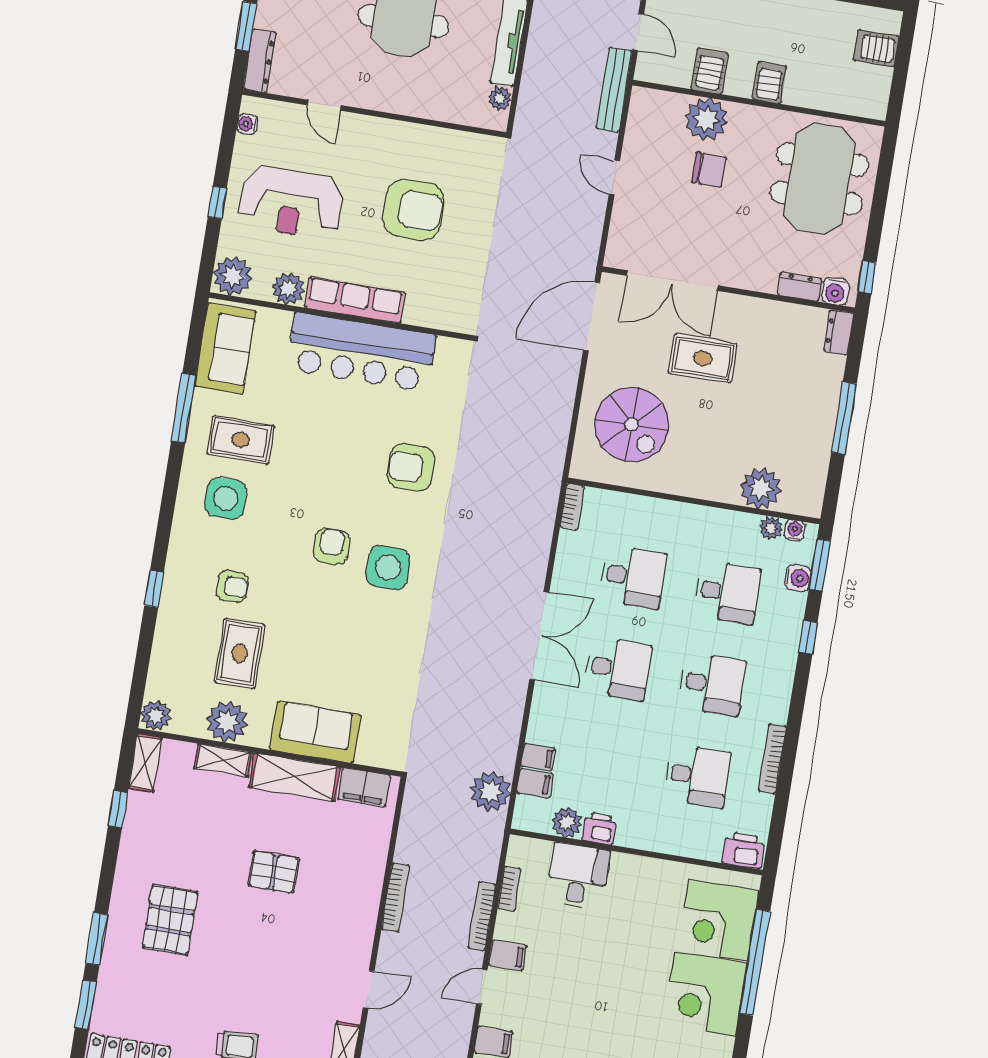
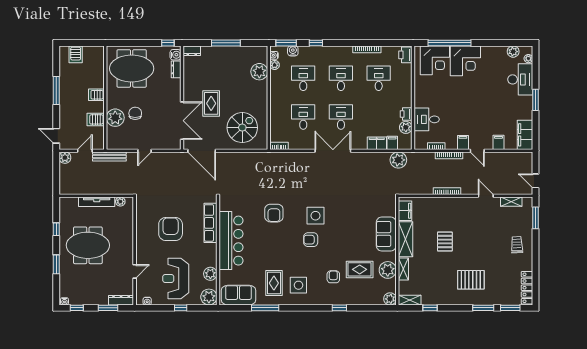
reception desk: (291, 202) -> (176, 278), turned 180
row of seats: (355, 300) -> (211, 223), moved
filing cabinet: (538, 757) -> (377, 143), width x2.00

